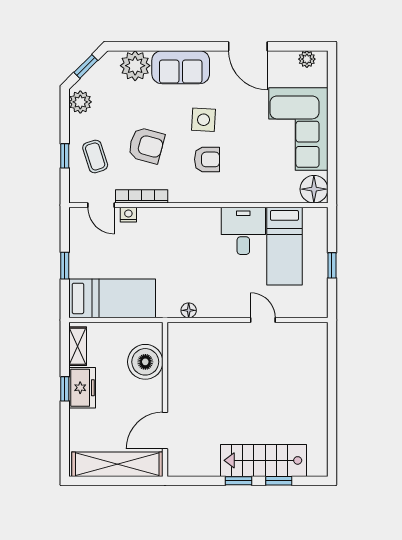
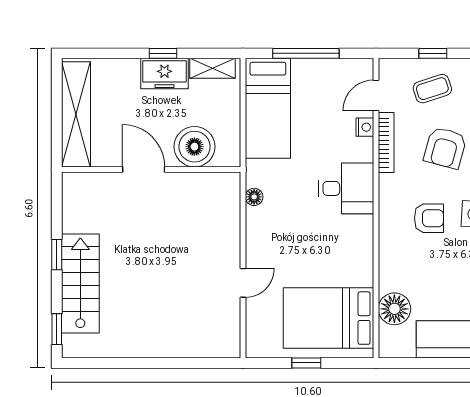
armchair: (207, 159) -> (429, 218), turned -90
floor lamp: (314, 189) -> (394, 309), moved
desk: (243, 231) -> (346, 188), moved
bed: (284, 246) -> (328, 318), width x1.50
window: (65, 266) -> (306, 53), width x2.17
door: (165, 431) -> (144, 169), moved
window: (279, 481) -> (57, 329), moved

